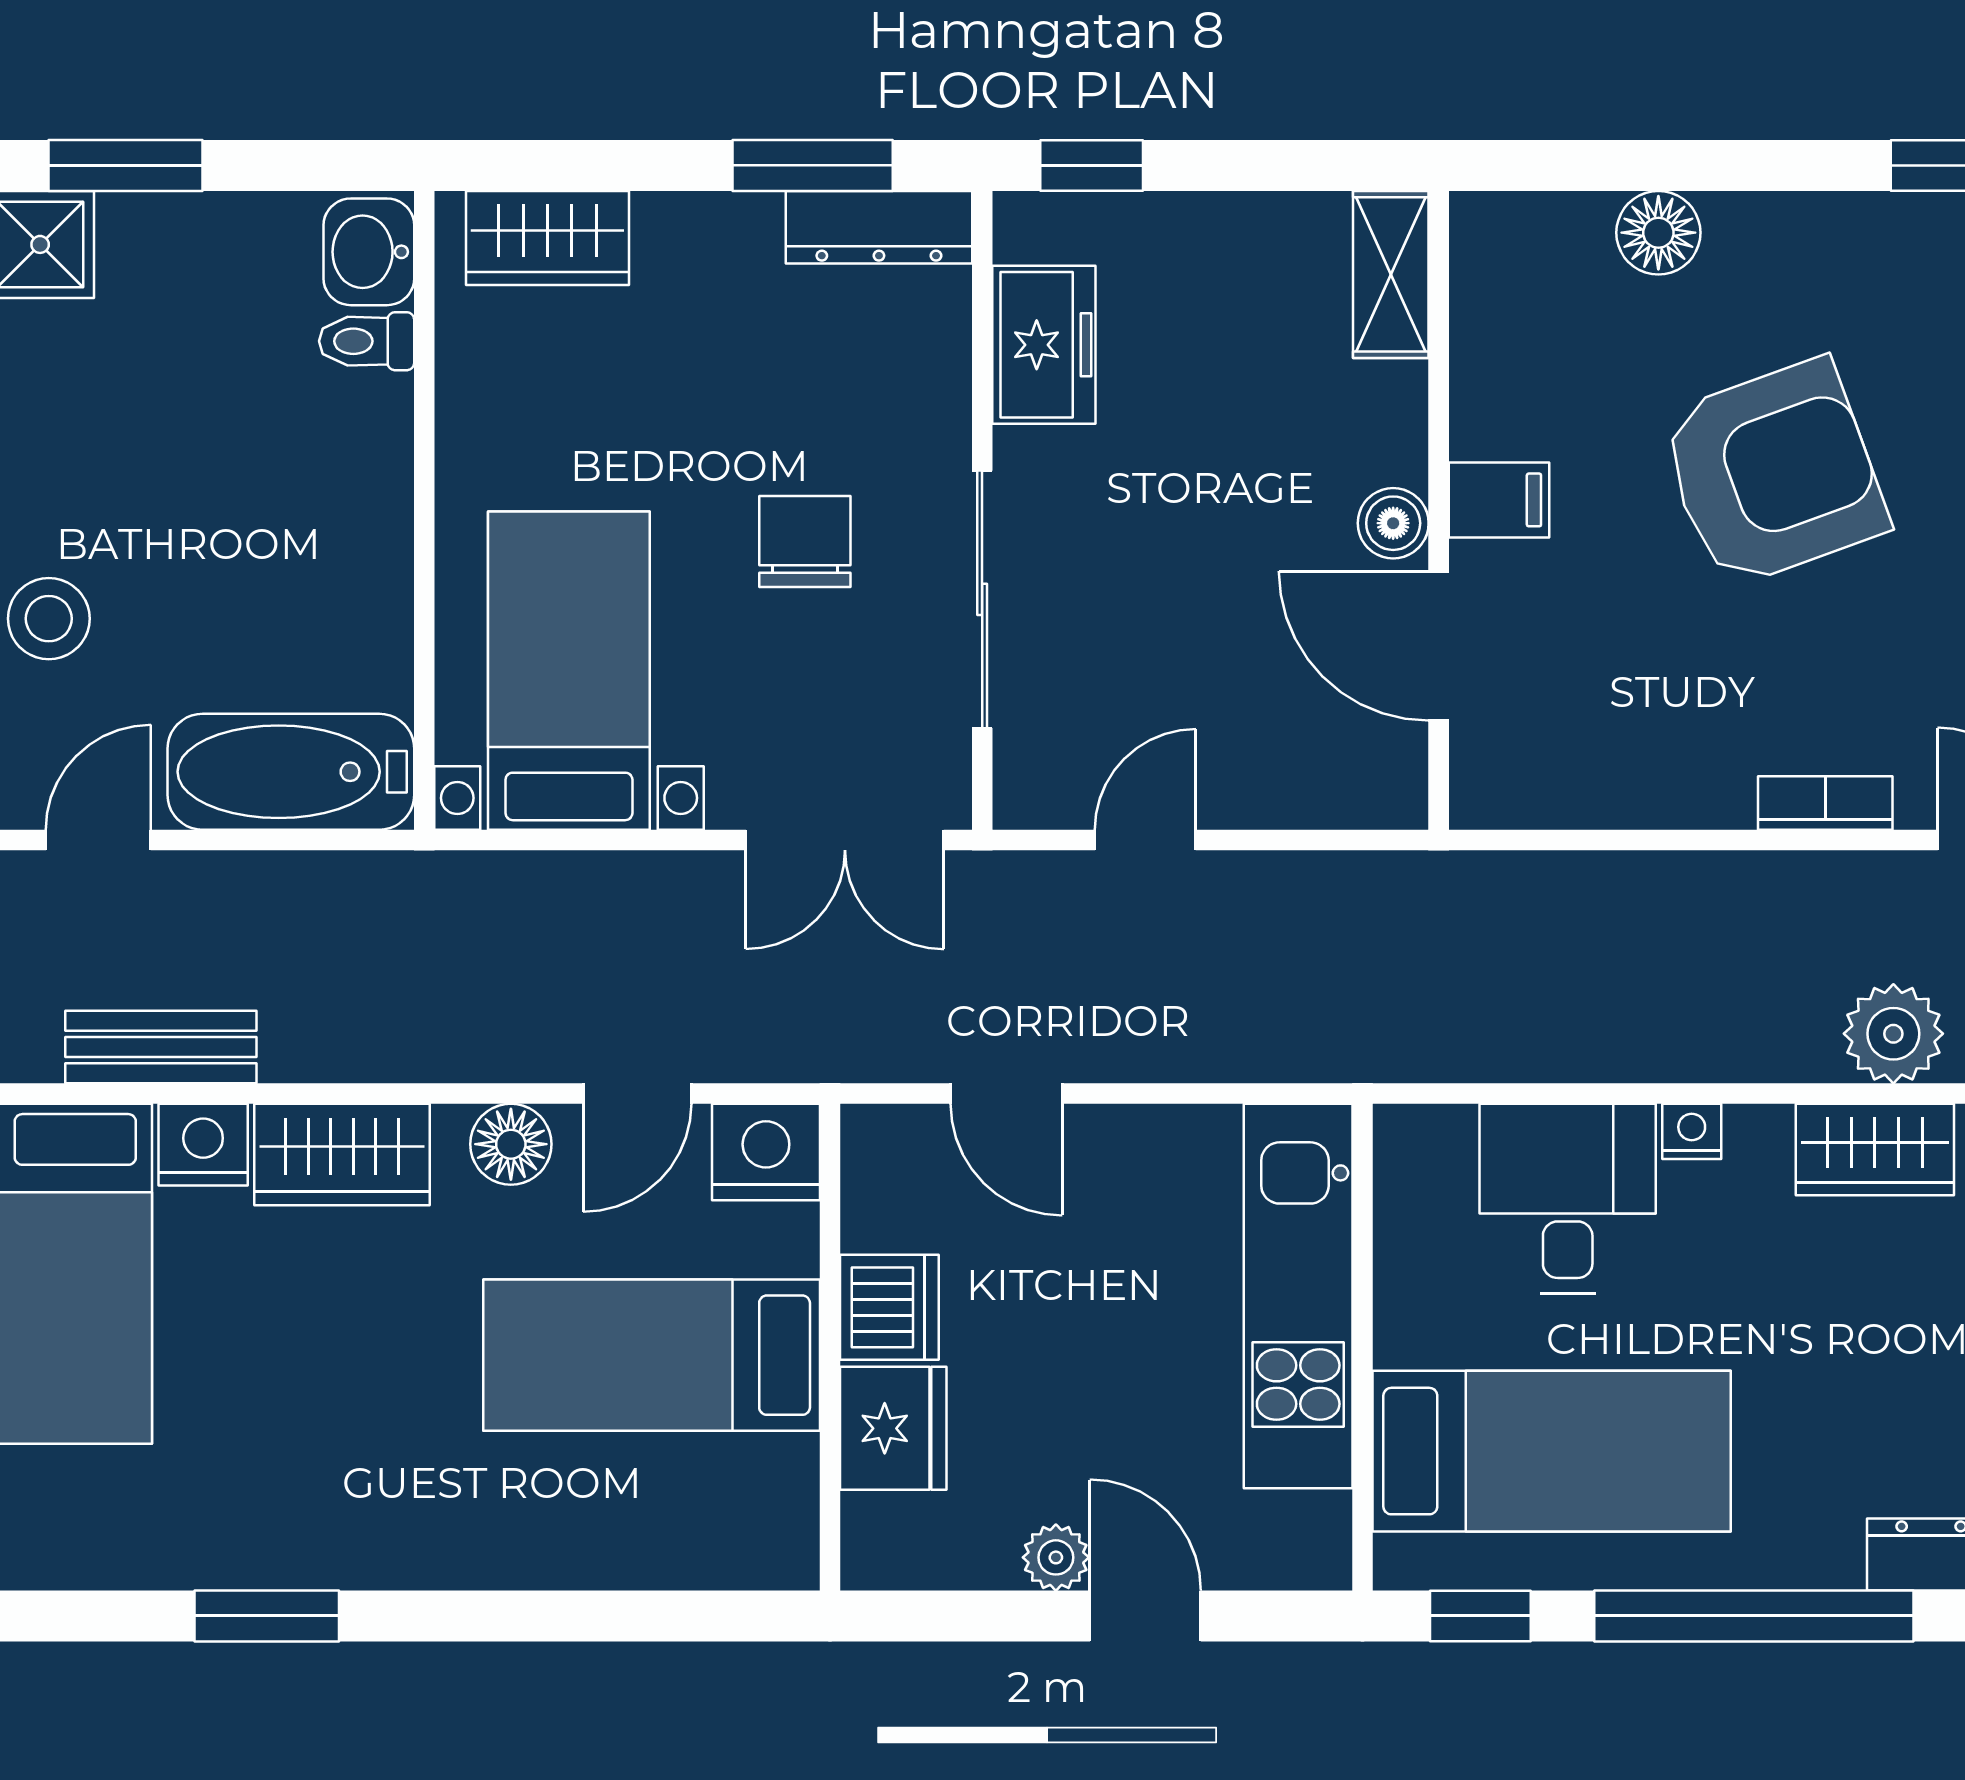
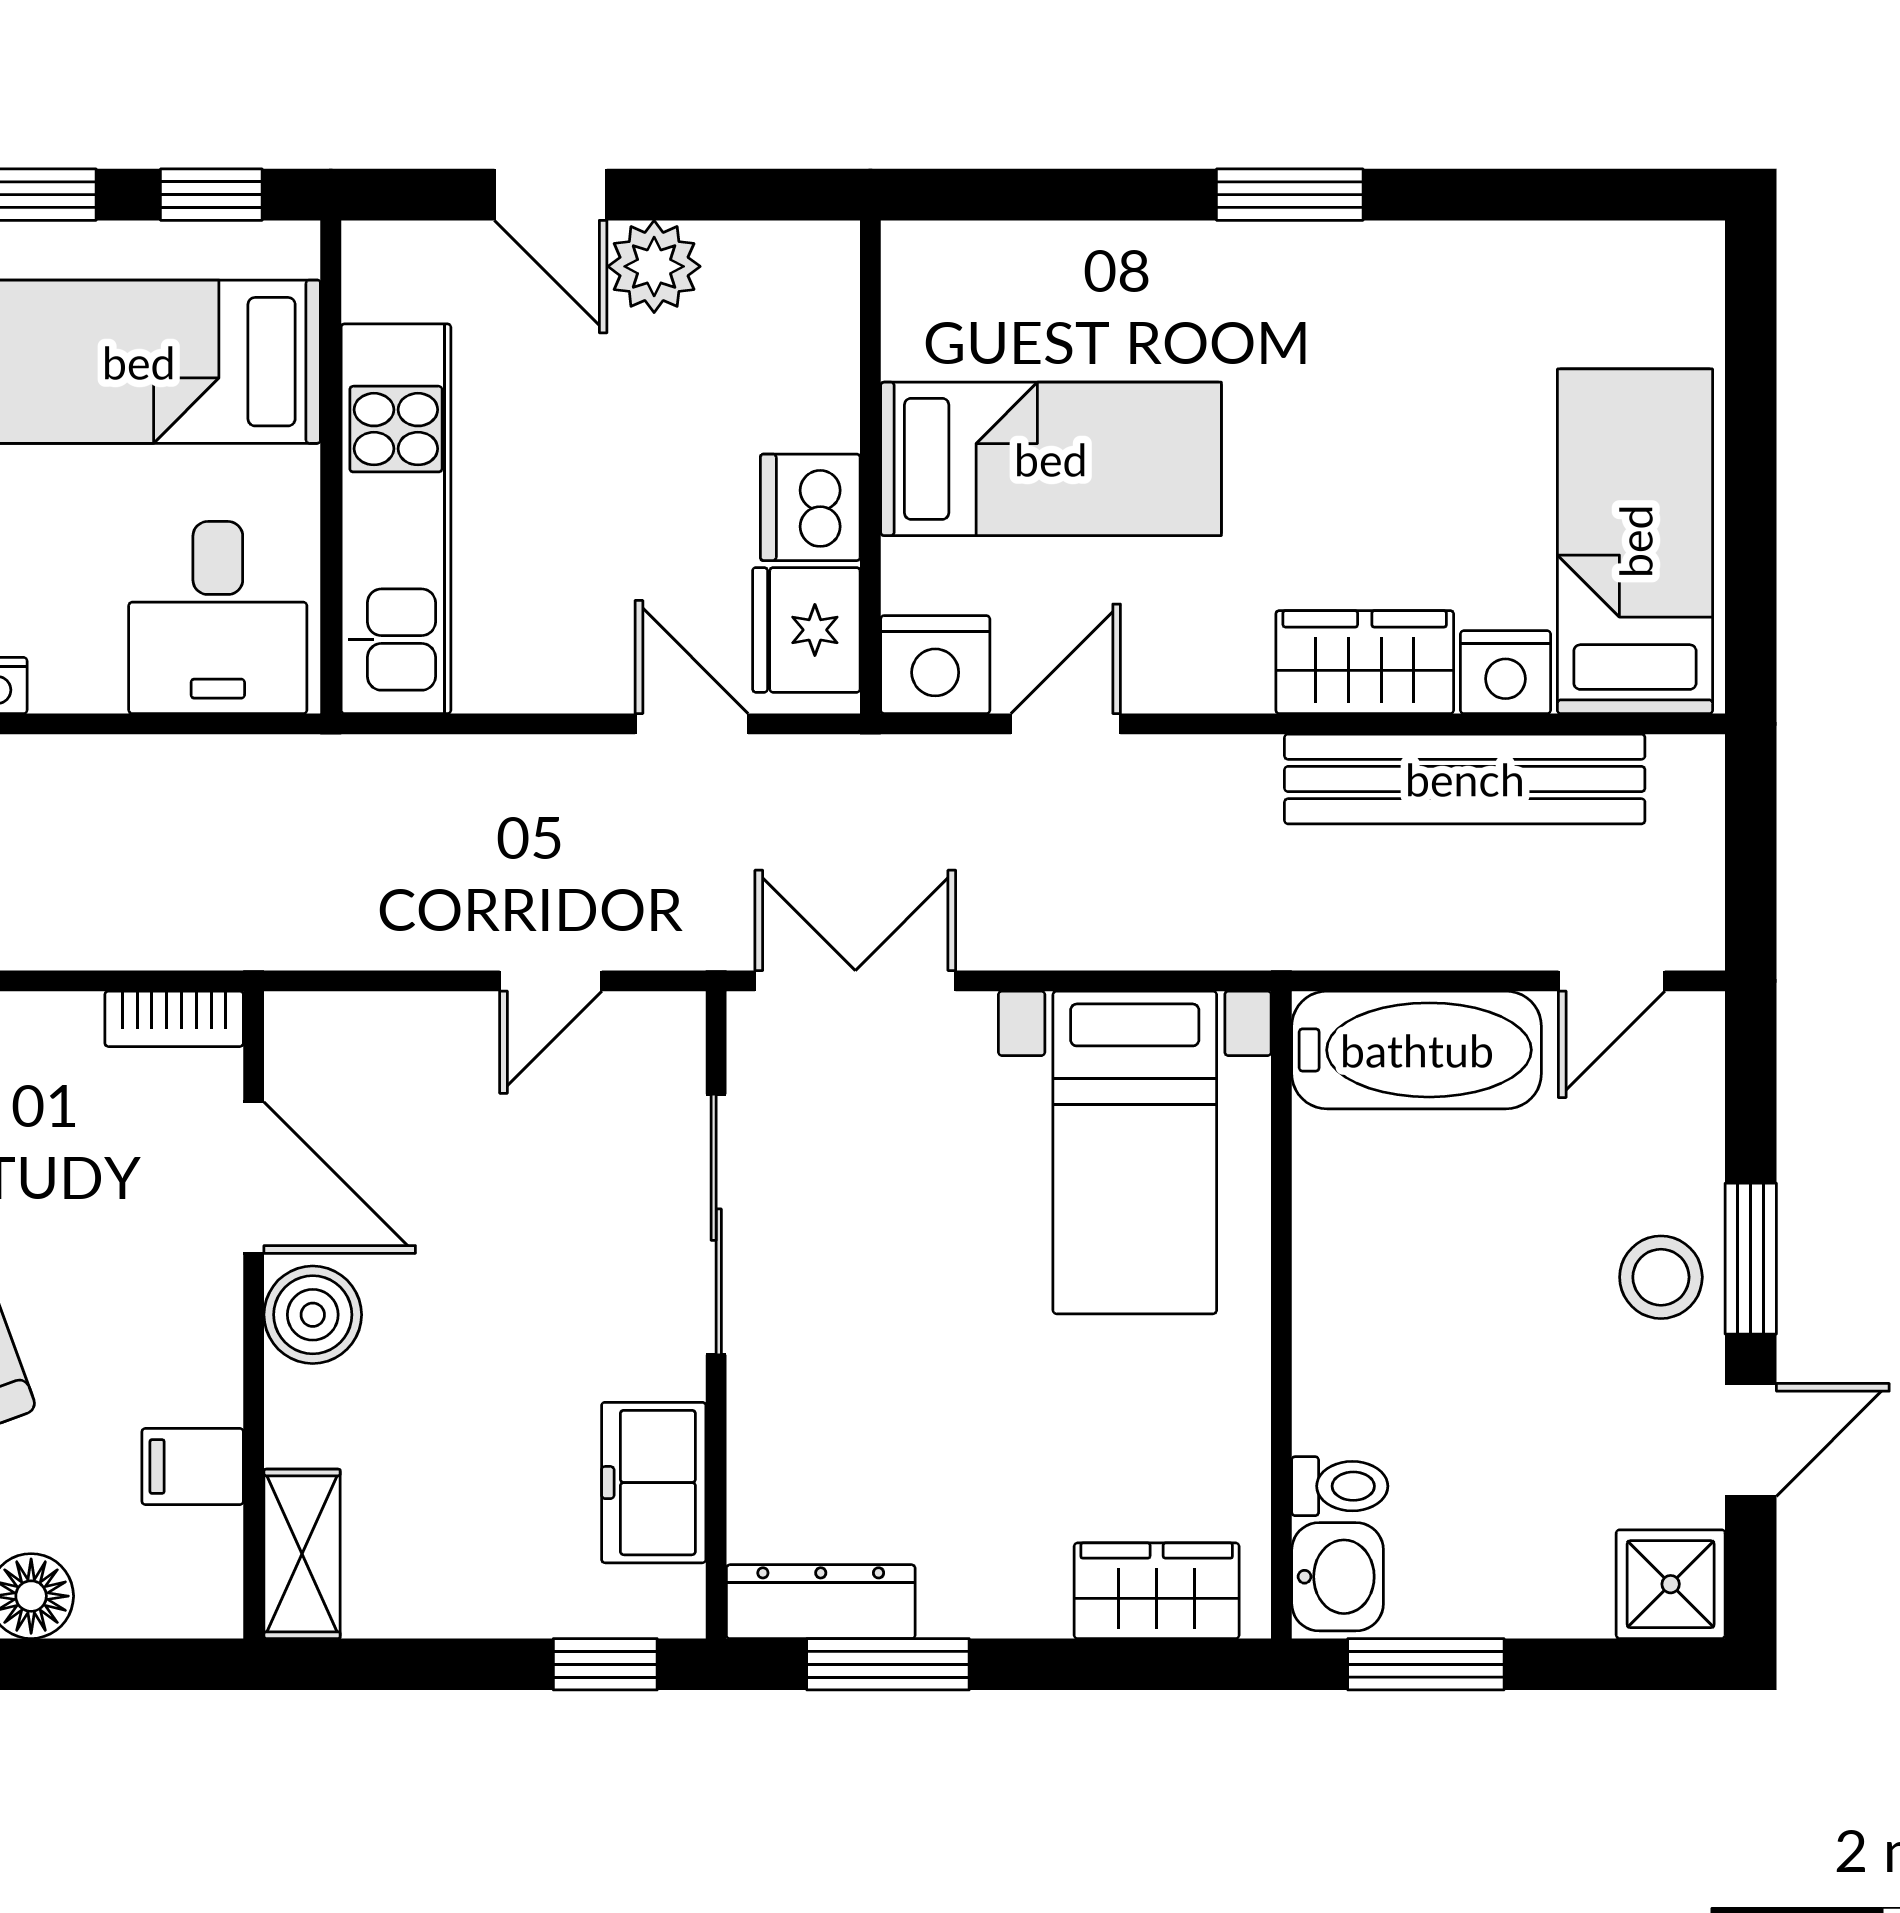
window: (125, 165) -> (1426, 1664), moved
filing cabinet: (1499, 500) -> (193, 1467), moved
boiler: (1393, 523) -> (313, 1315), width x1.36, depth x1.36
chair: (805, 542) -> (896, 1283), removed
stool: (49, 619) -> (1661, 1277), moved
bookcase: (1517, 802) -> (174, 1019), added
bench: (161, 1047) -> (1465, 779), width x1.86, depth x1.21
floor lamp: (511, 1144) -> (1194, 673), removed
desk: (1568, 1199) -> (218, 618), moved
fridge: (893, 1428) -> (806, 630), moved
plant: (1056, 1557) -> (654, 266), width x1.38, depth x1.38
window: (267, 1616) -> (1290, 195), moved

